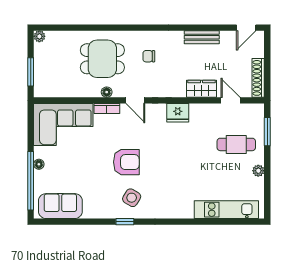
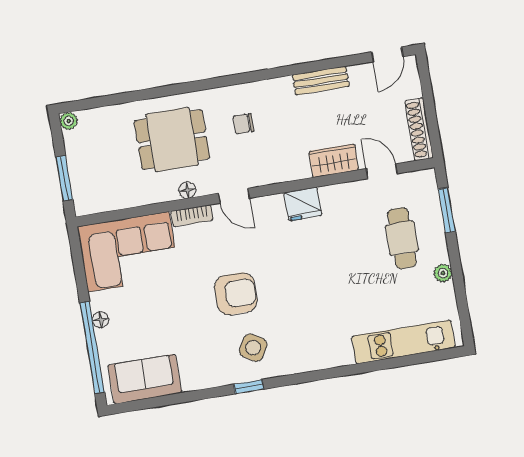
cafe table: (236, 144) -> (402, 238), turned 90

